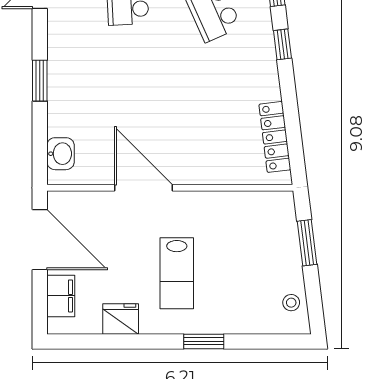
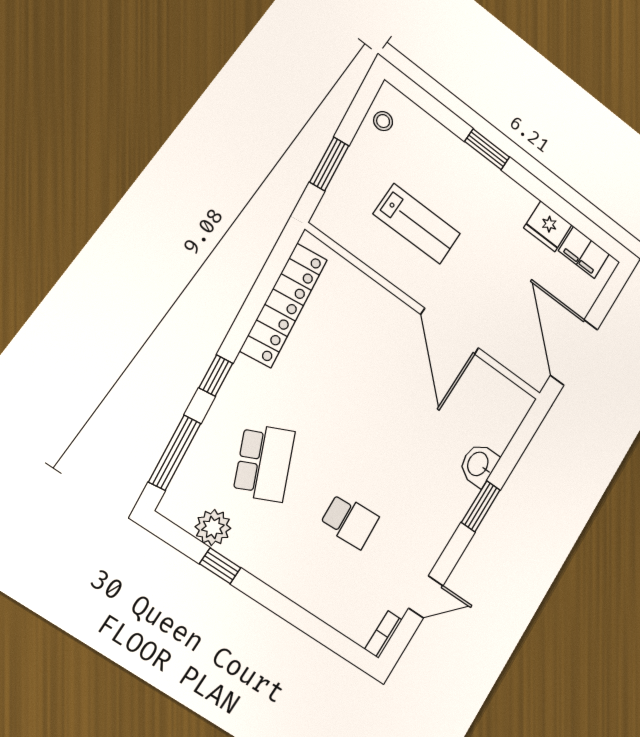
locker: (275, 137) -> (284, 305), width x1.41, depth x1.21
washbasin: (61, 154) -> (479, 464), moved
lab bench: (177, 273) -> (417, 224), moved, turned 90
filing cabinet: (61, 296) -> (584, 252), moved, turned -90

